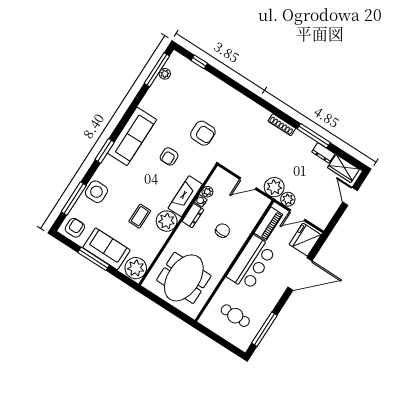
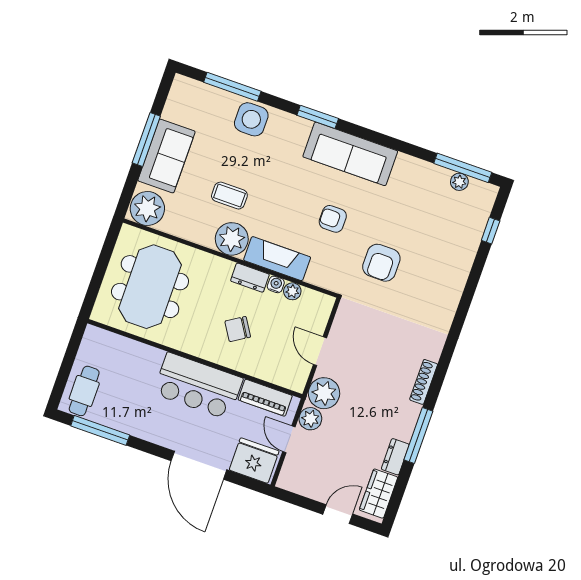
armchair: (75, 228) -> (187, 99), removed
chair: (222, 231) -> (238, 329), turned 148
meeting table: (184, 278) -> (150, 287), turned 90
cafe table: (235, 316) -> (84, 391), moved

